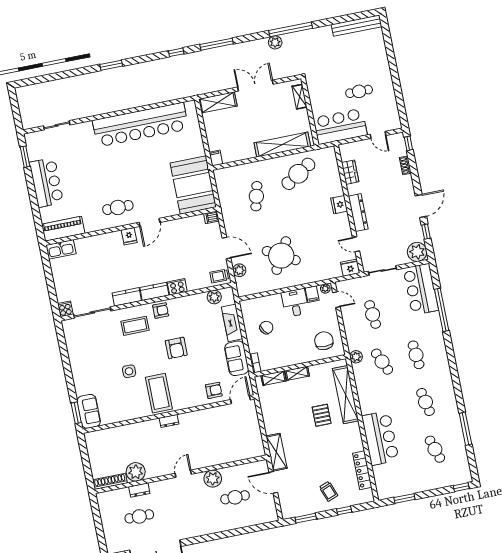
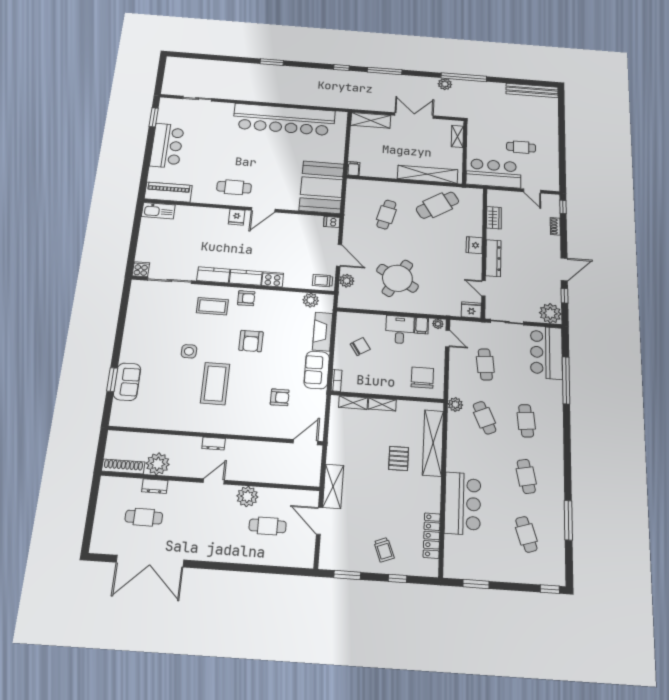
door: (240, 400) -> (306, 442), moved
wall: (169, 414) -> (216, 436), moved
dresser: (169, 421) -> (214, 444), moved

